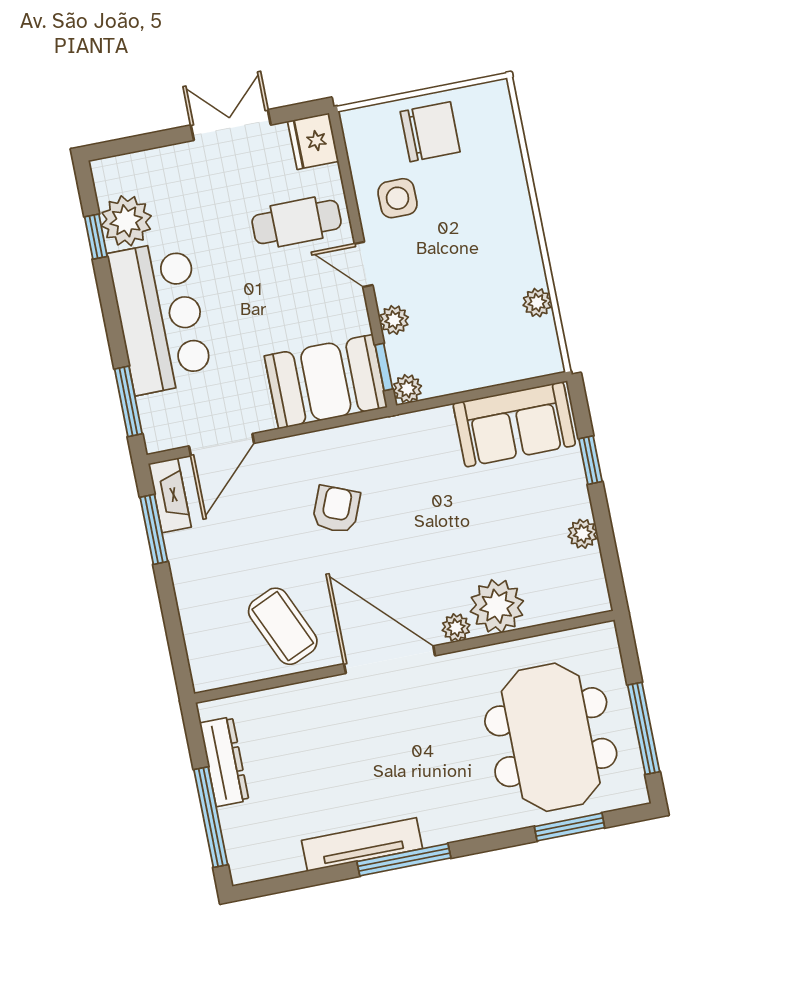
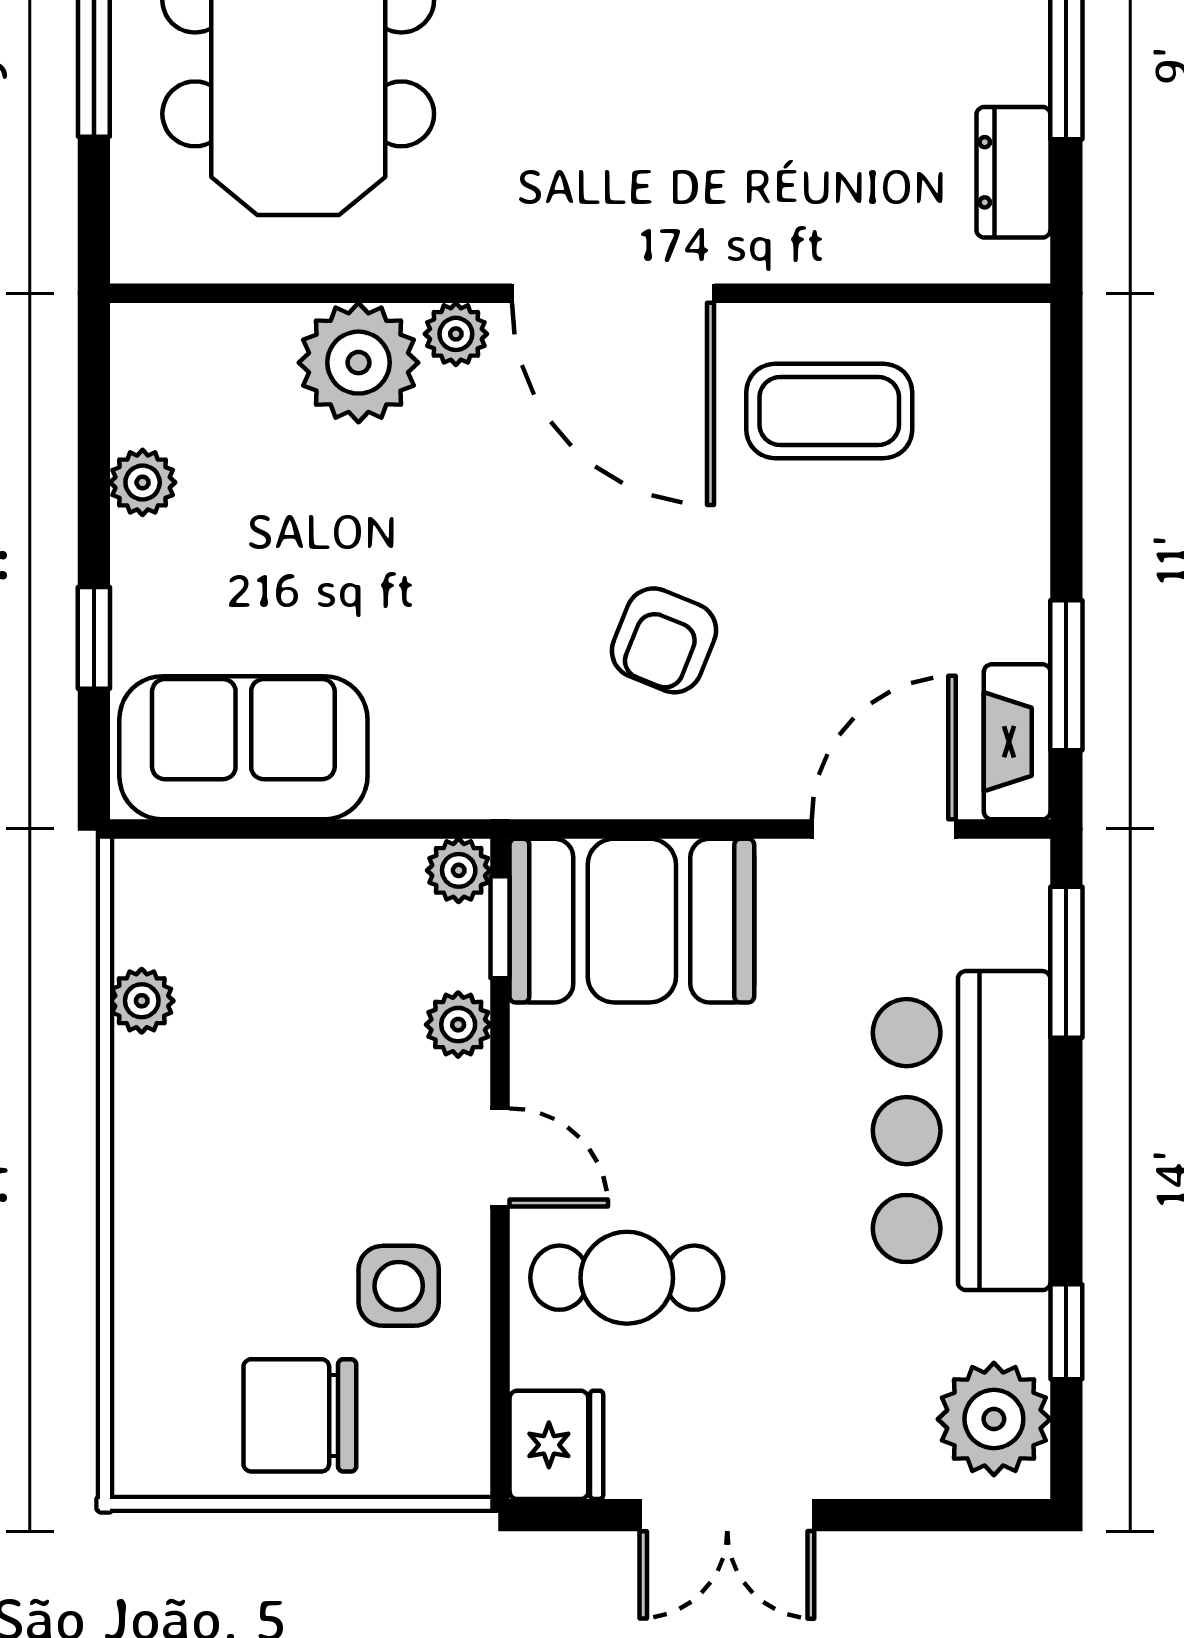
plant: (126, 221) -> (994, 1419), moved
coffee table: (283, 626) -> (829, 411), turned -66
dresser: (224, 762) -> (1013, 172), width x0.70

